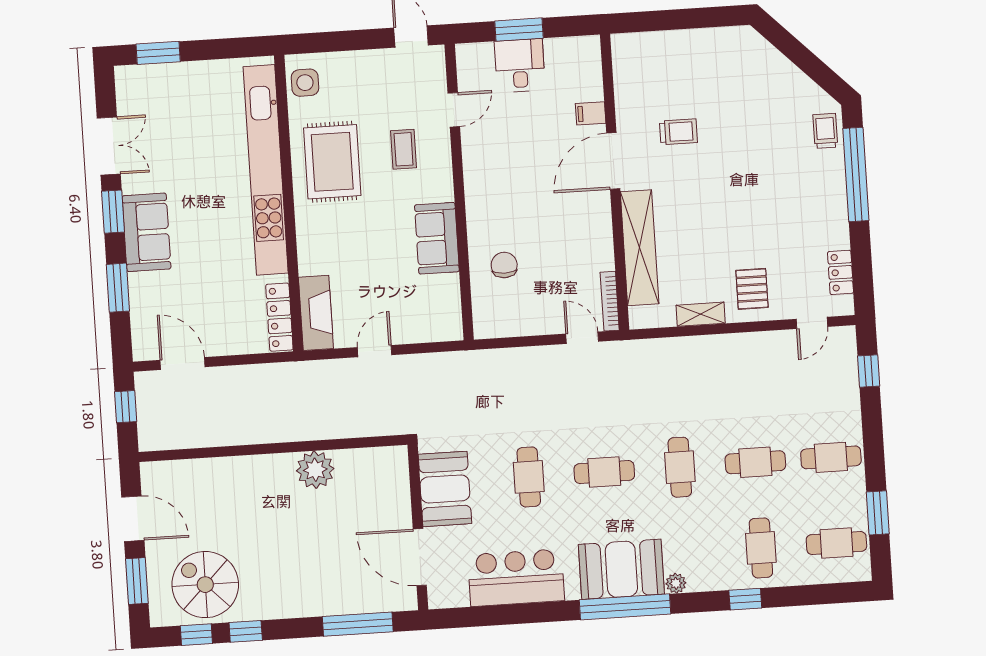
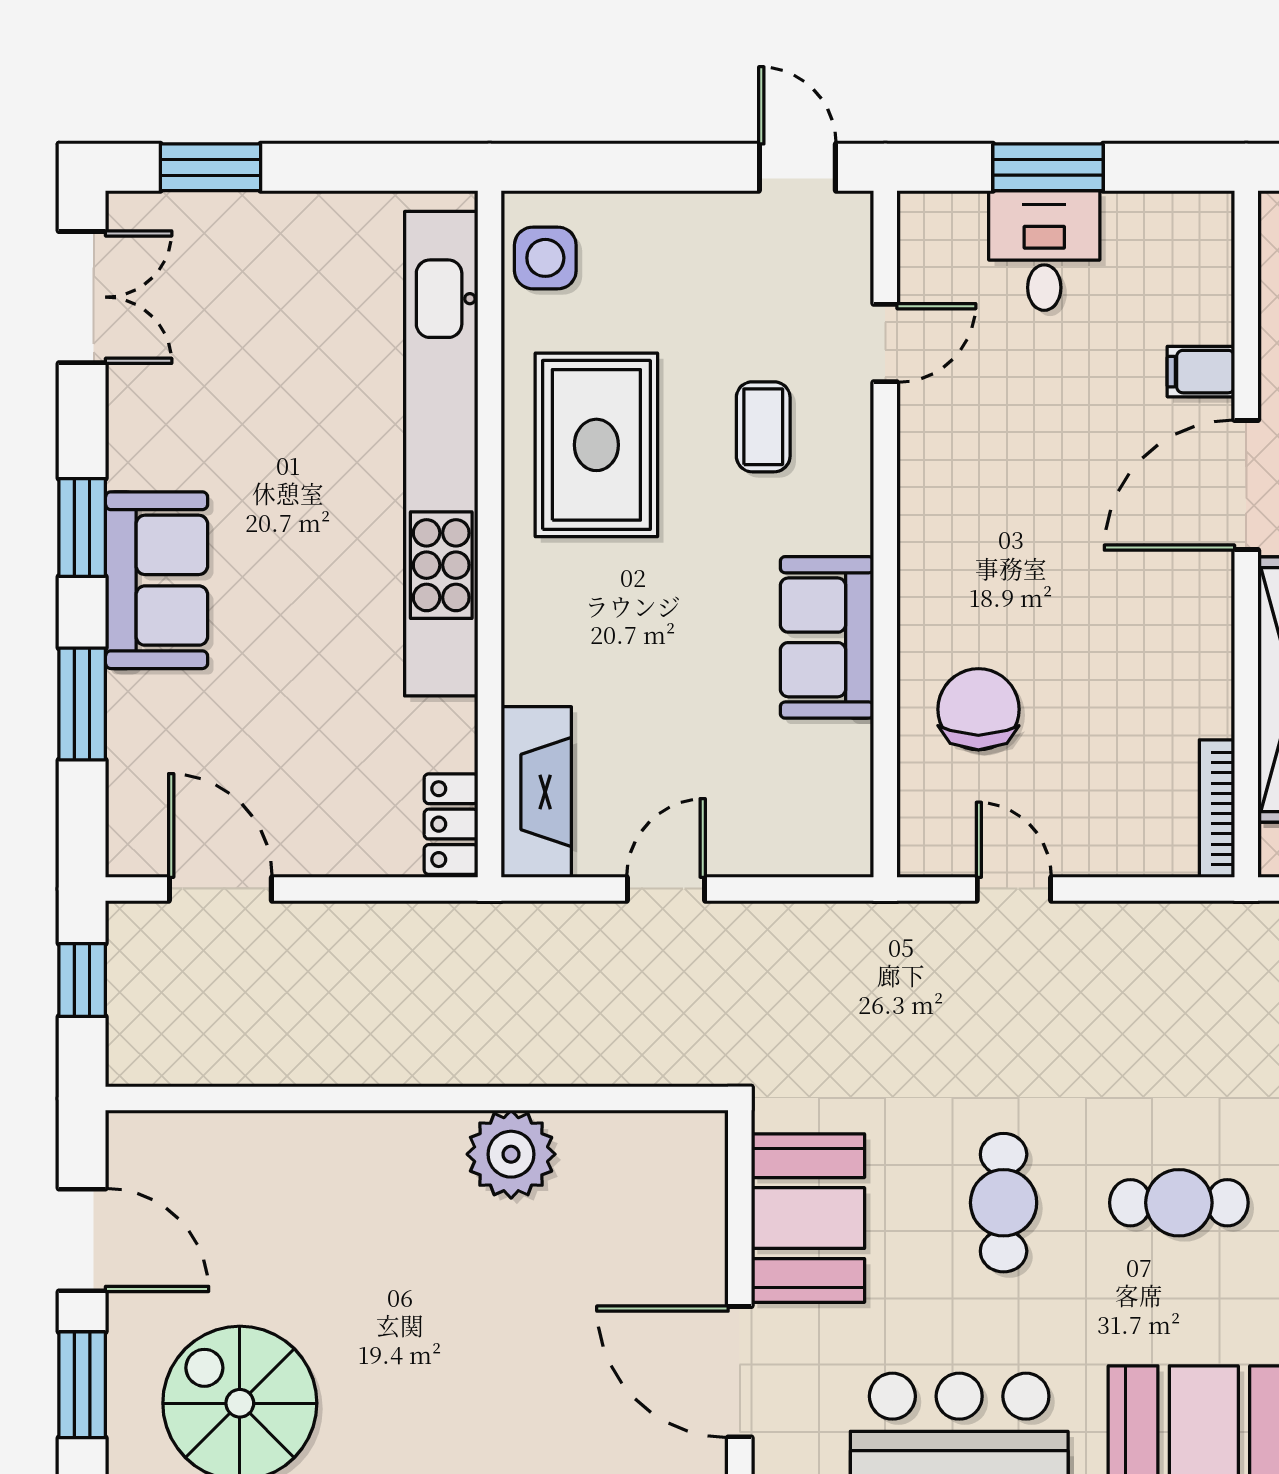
double door: (109, 146) -> (82, 297), moved
chair: (504, 265) -> (978, 709), width x1.37, depth x1.37
locker: (279, 317) -> (451, 824), width x0.66
door: (582, 338) -> (1014, 889), moved

